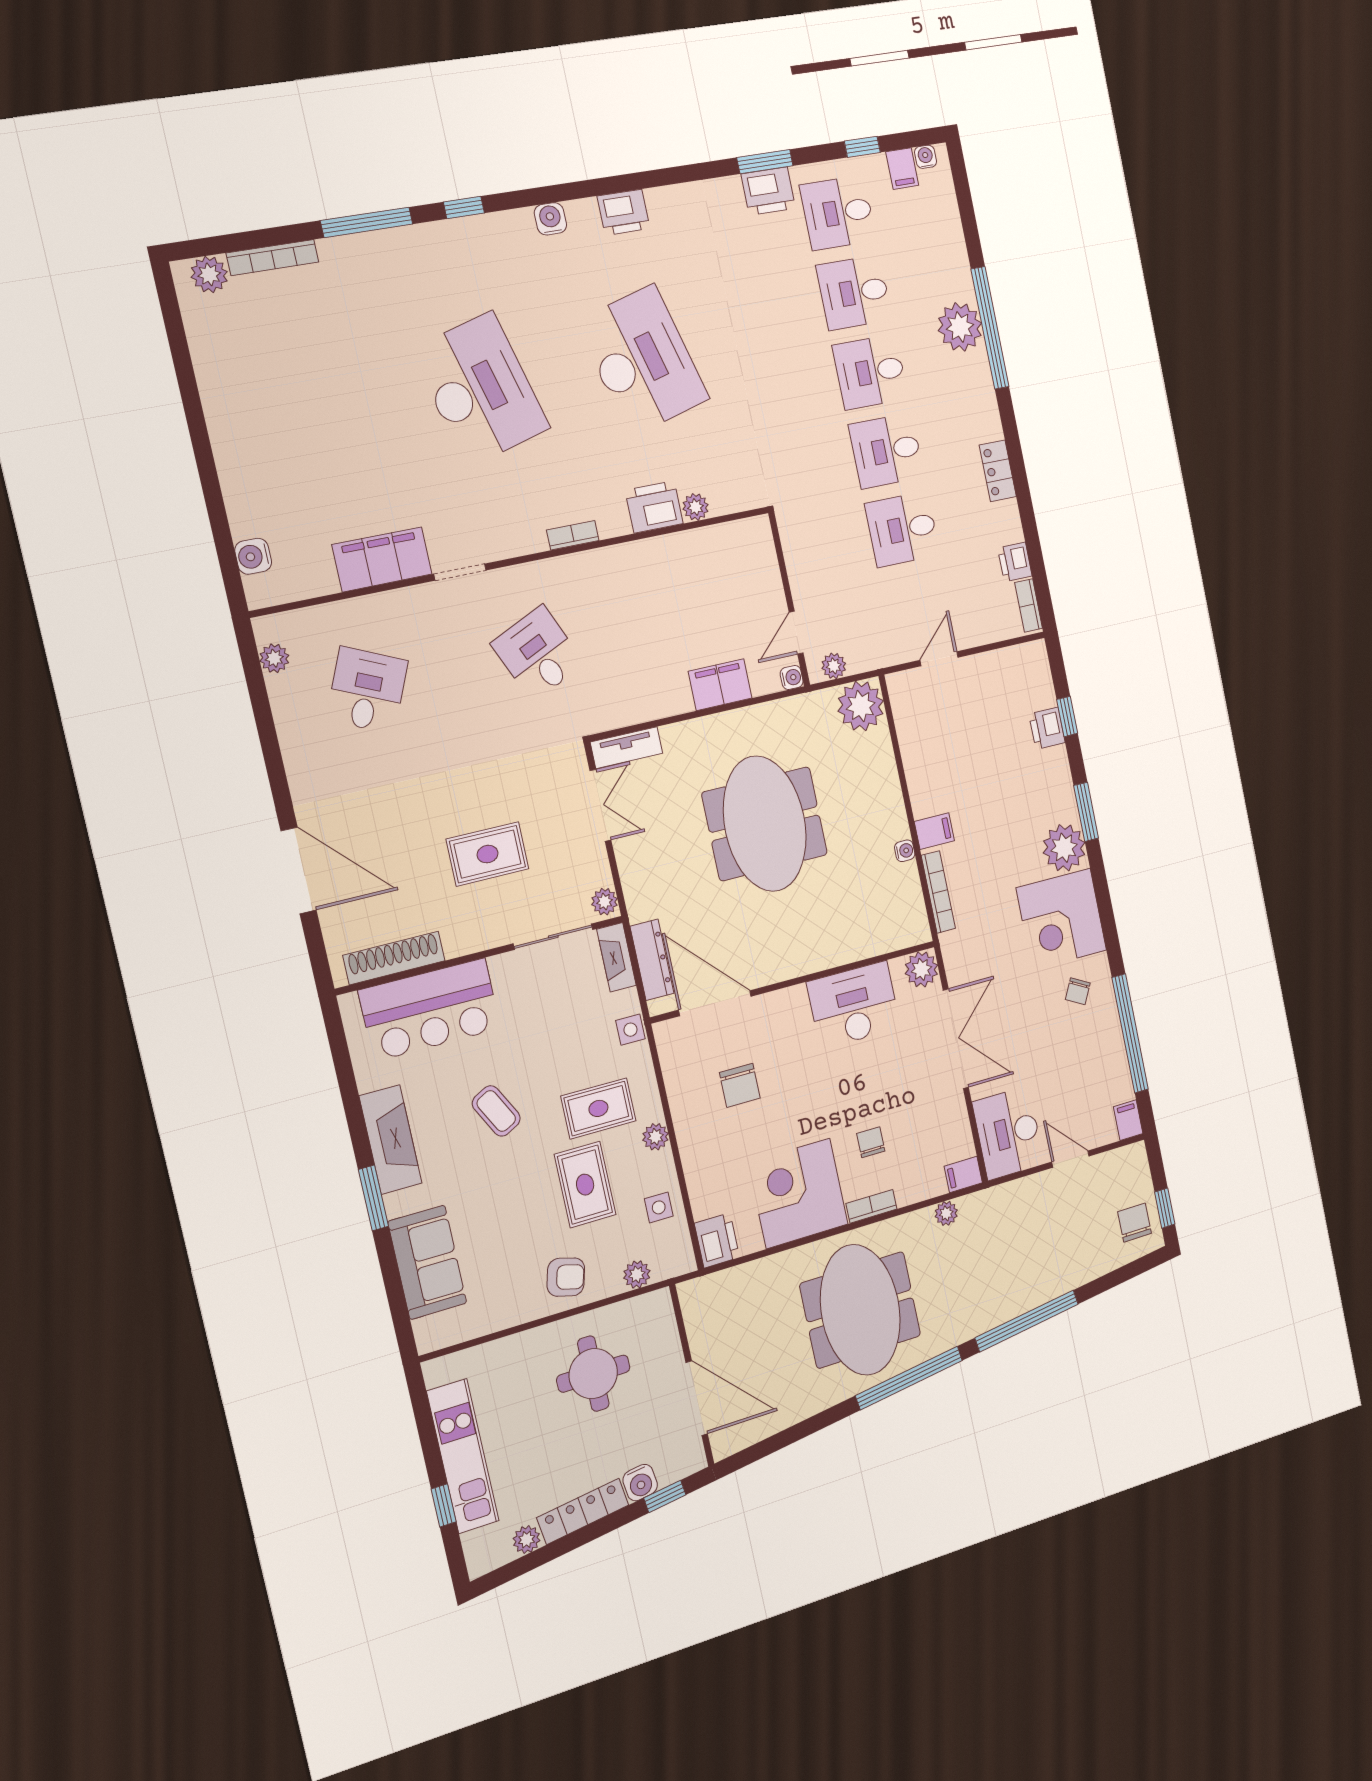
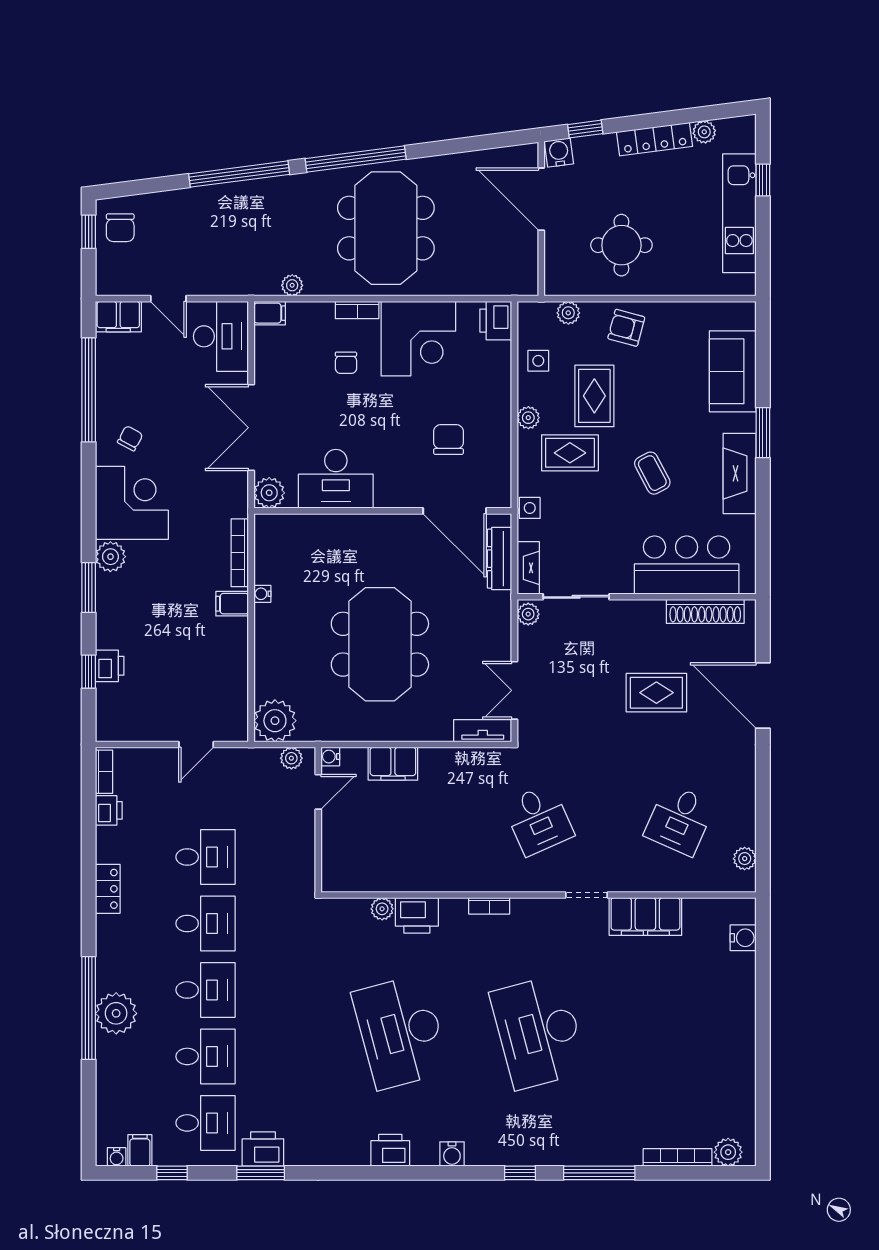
plant: (1064, 848) -> (110, 557), width x0.73, depth x0.73
rug: (488, 854) -> (656, 693), moved
filing cabinet: (1128, 1120) -> (118, 317), width x2.00
water cooler: (640, 1483) -> (559, 152), moved

